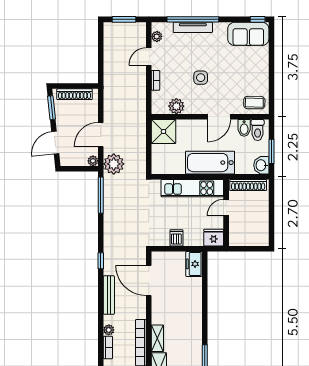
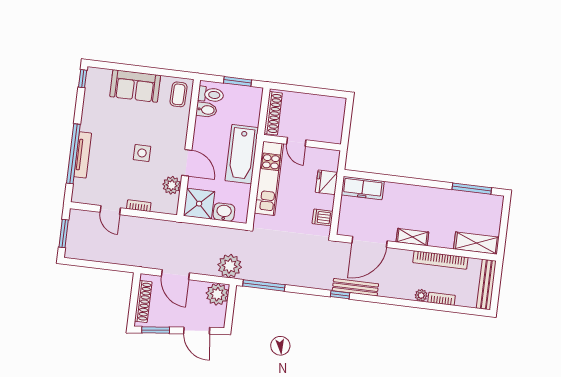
sofa: (248, 34) -> (135, 86), moved, turned 90
plant: (157, 36) -> (88, 198), removed
door: (219, 117) -> (187, 163), moved
door: (101, 135) -> (175, 275), moved
plant: (93, 161) -> (217, 294), width x1.88, depth x1.88
washbasin: (261, 165) -> (224, 212), moved, turned 180
dishwasher: (176, 238) -> (323, 217), moved
fridge: (214, 238) -> (327, 182), moved
freezer: (194, 264) -> (363, 188), width x1.40
bench: (109, 295) -> (355, 287), moved
shelving: (157, 338) -> (412, 237), moved

